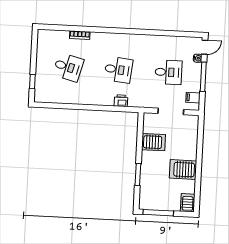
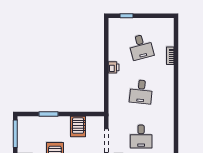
desk: (68, 67) -> (141, 47), turned -30
printer: (121, 101) -> (114, 67), moved

